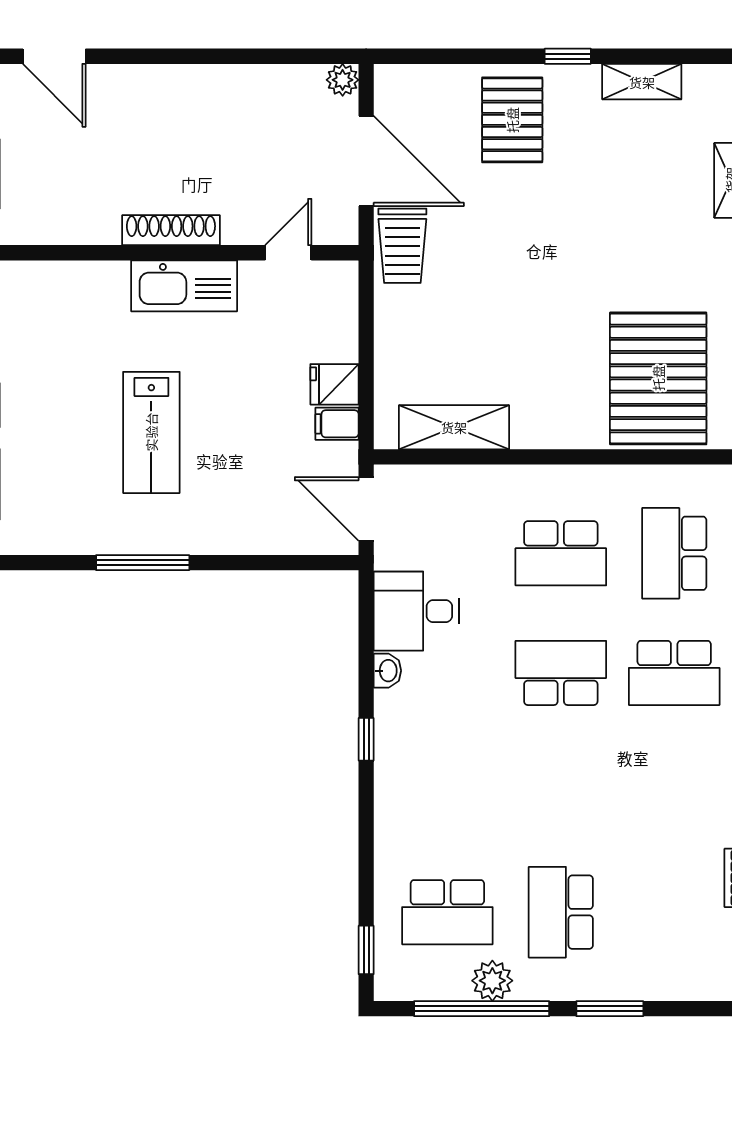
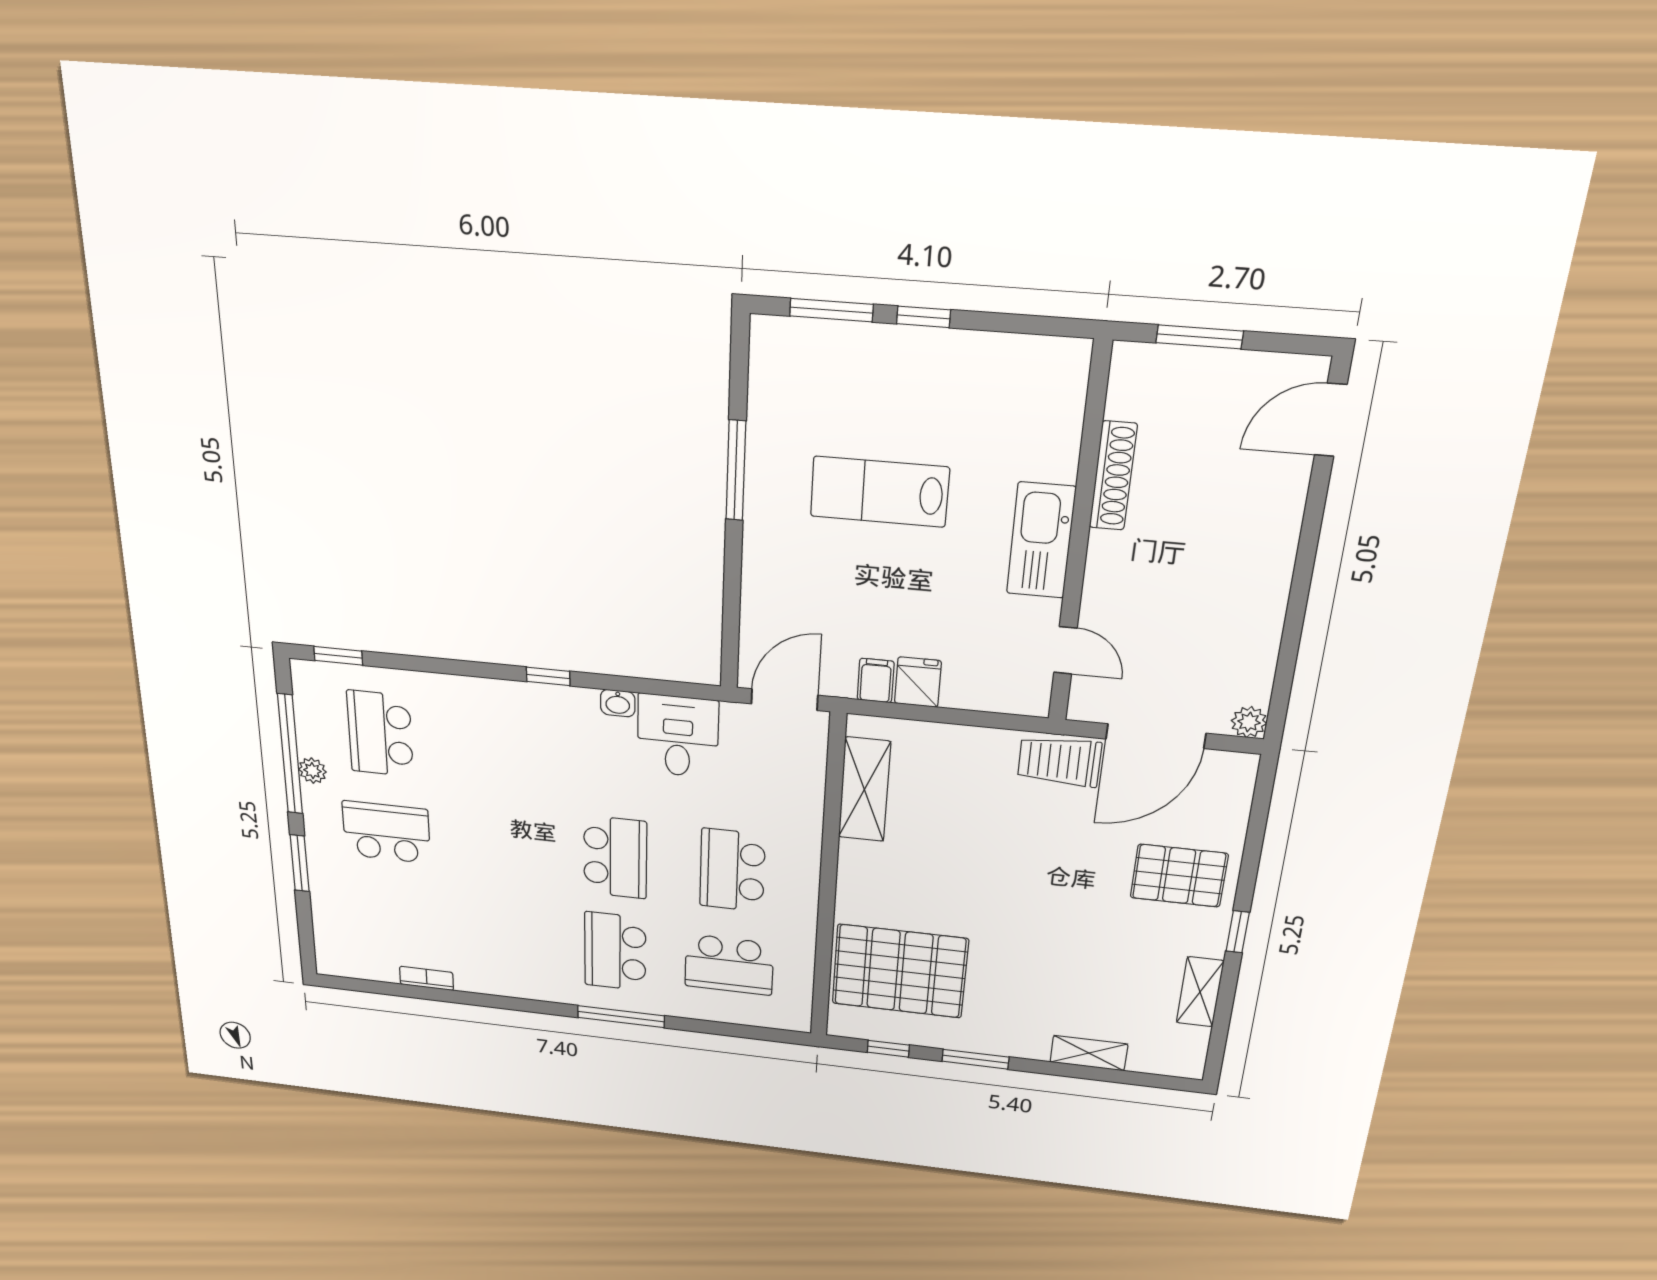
shoe rack: (171, 230) -> (1113, 476), moved
school desk: (674, 553) -> (729, 965), turned 180
plant: (492, 981) -> (312, 771), width x0.73, depth x0.73

